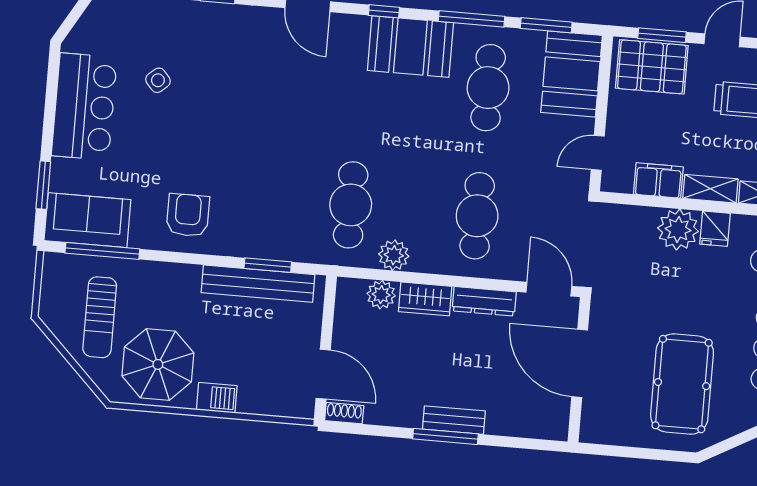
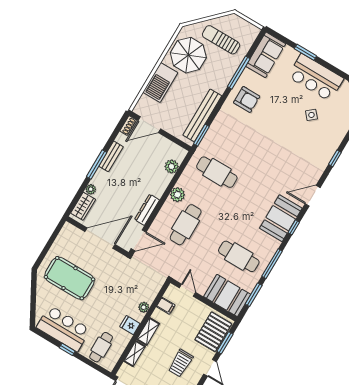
booth: (410, 47) -> (281, 218), moved
filing cabinet: (658, 180) -> (166, 306), width x0.50
window: (43, 185) -> (305, 52), moved
cafe table: (477, 216) -> (186, 225), turned 90
plant: (678, 230) -> (144, 307), width x0.53, depth x0.53
window: (102, 251) -> (239, 73), moved
plant: (394, 255) -> (177, 195), moved
window: (268, 265) -> (201, 135), moved
wardrobe: (425, 299) -> (83, 206), moved, turned 180
barbecue: (217, 398) -> (160, 82), width x1.88, depth x1.53
bench: (454, 420) -> (111, 156), moved
plant: (497, 425) -> (91, 189), added

